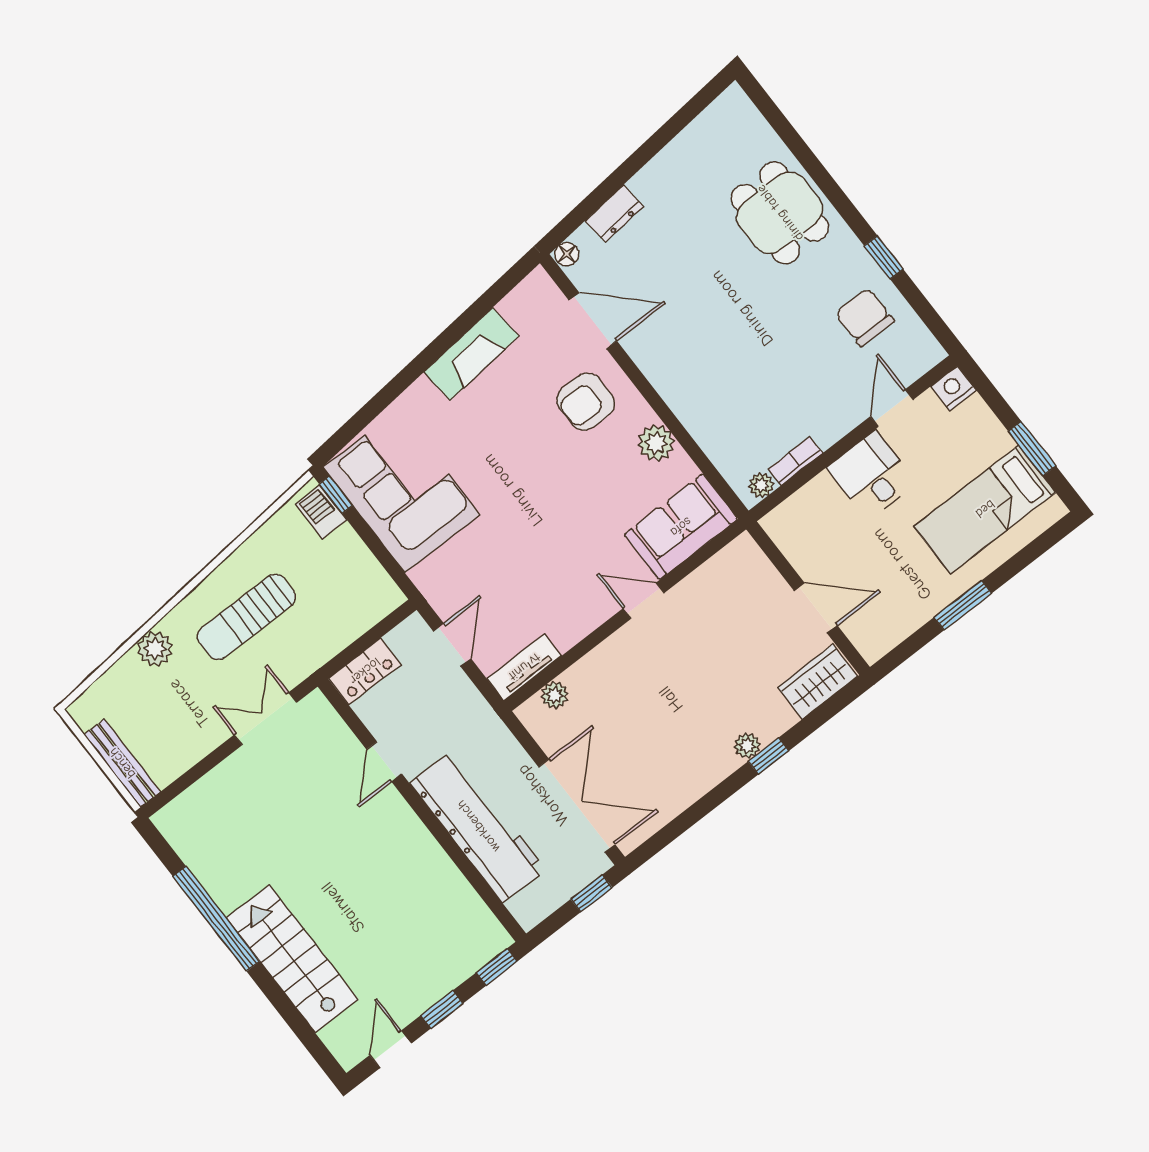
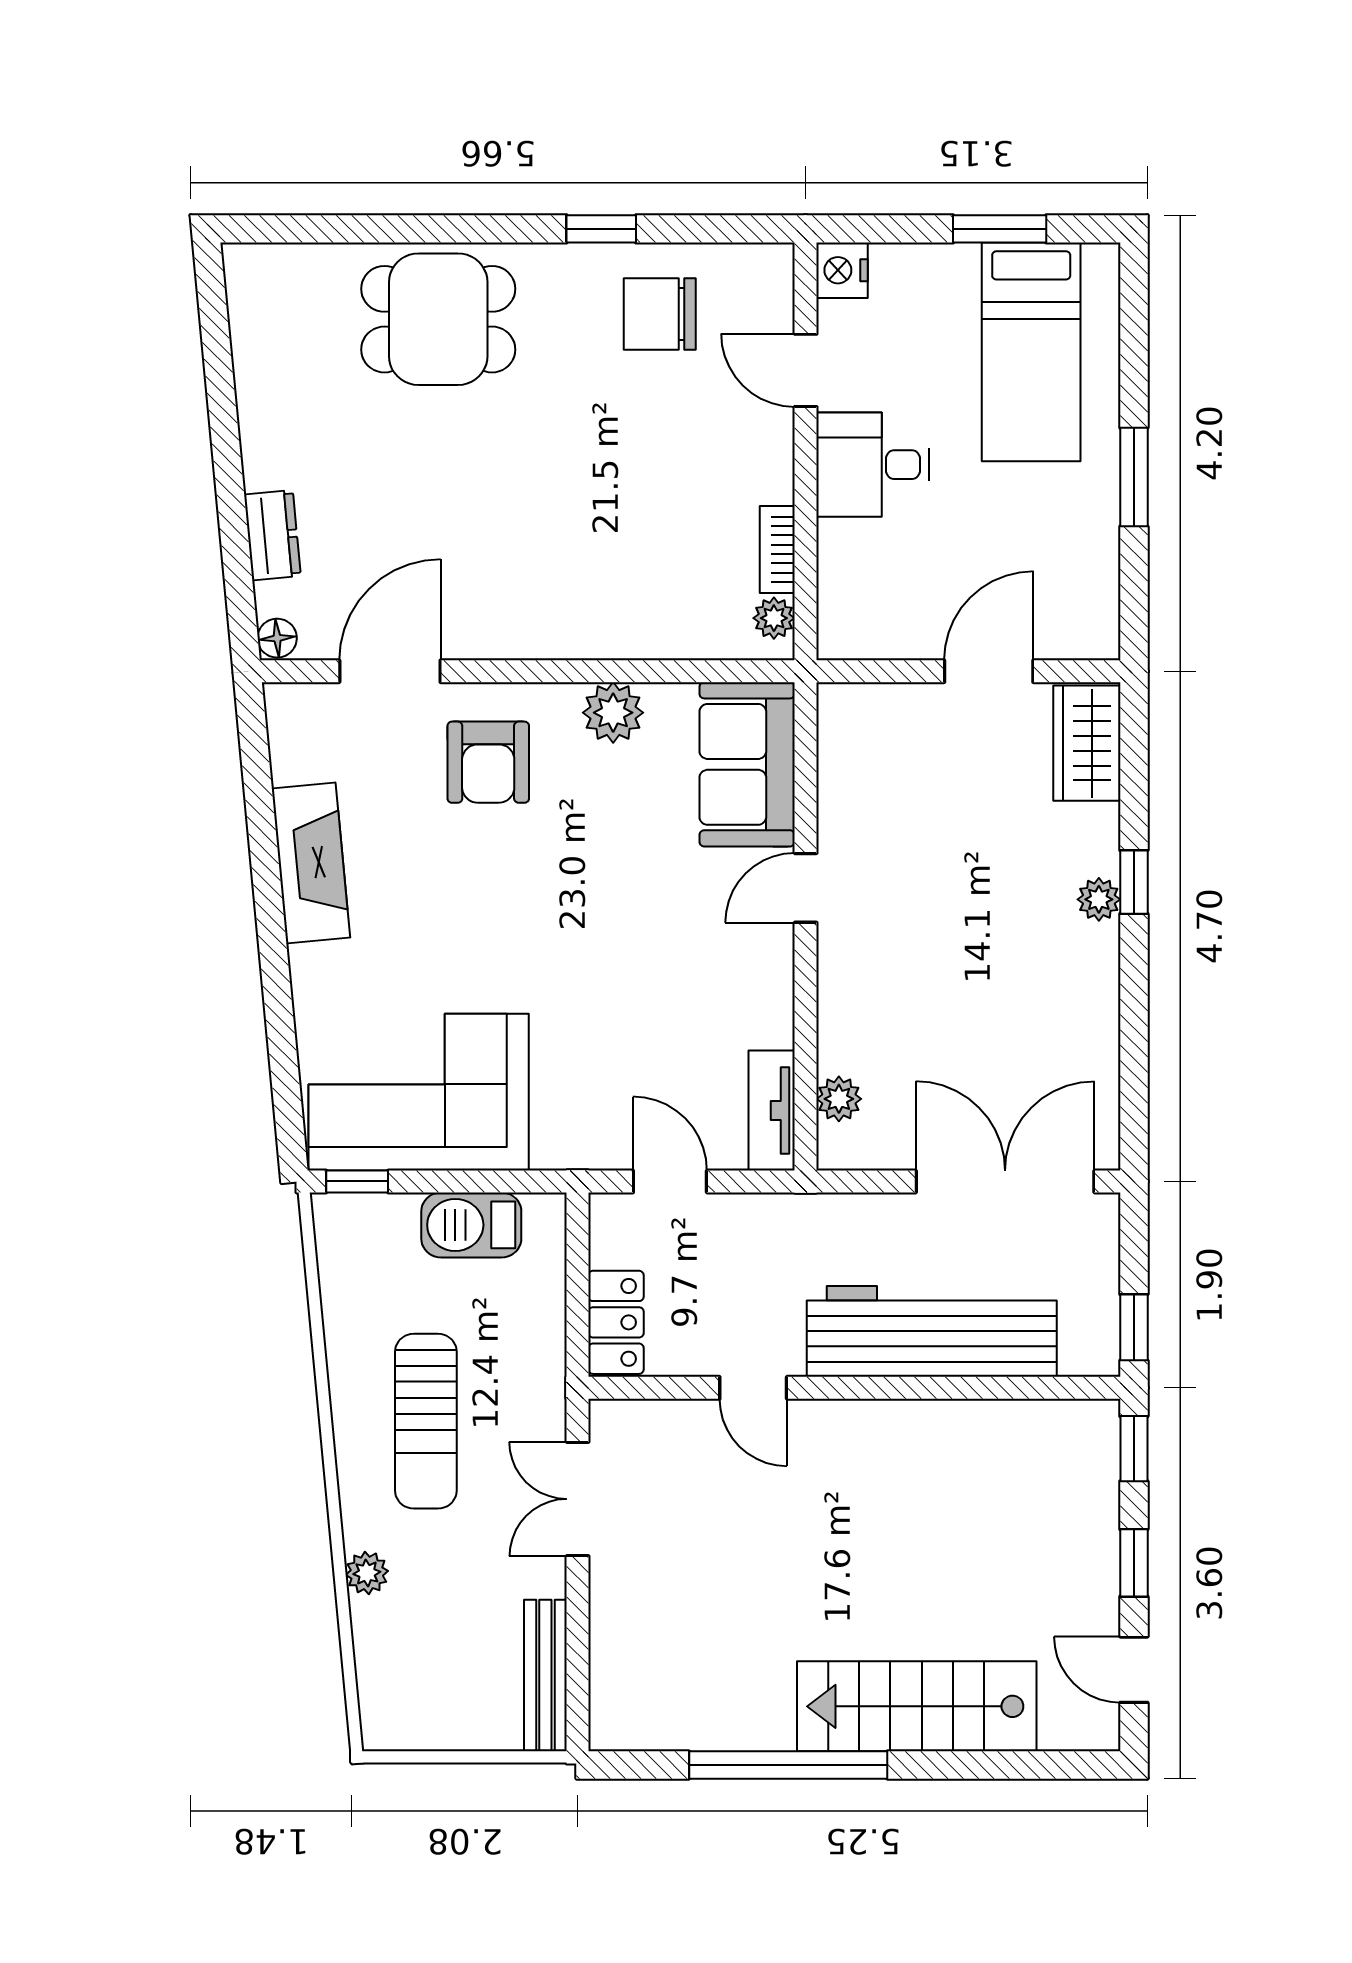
barbecue: (321, 512) -> (471, 1225), moved, width x1.38, depth x1.27
plant: (155, 649) -> (367, 1573), width x0.73, depth x0.73
bench: (122, 763) -> (545, 1676), moved, turned 90
window: (592, 893) -> (1134, 1327), moved

